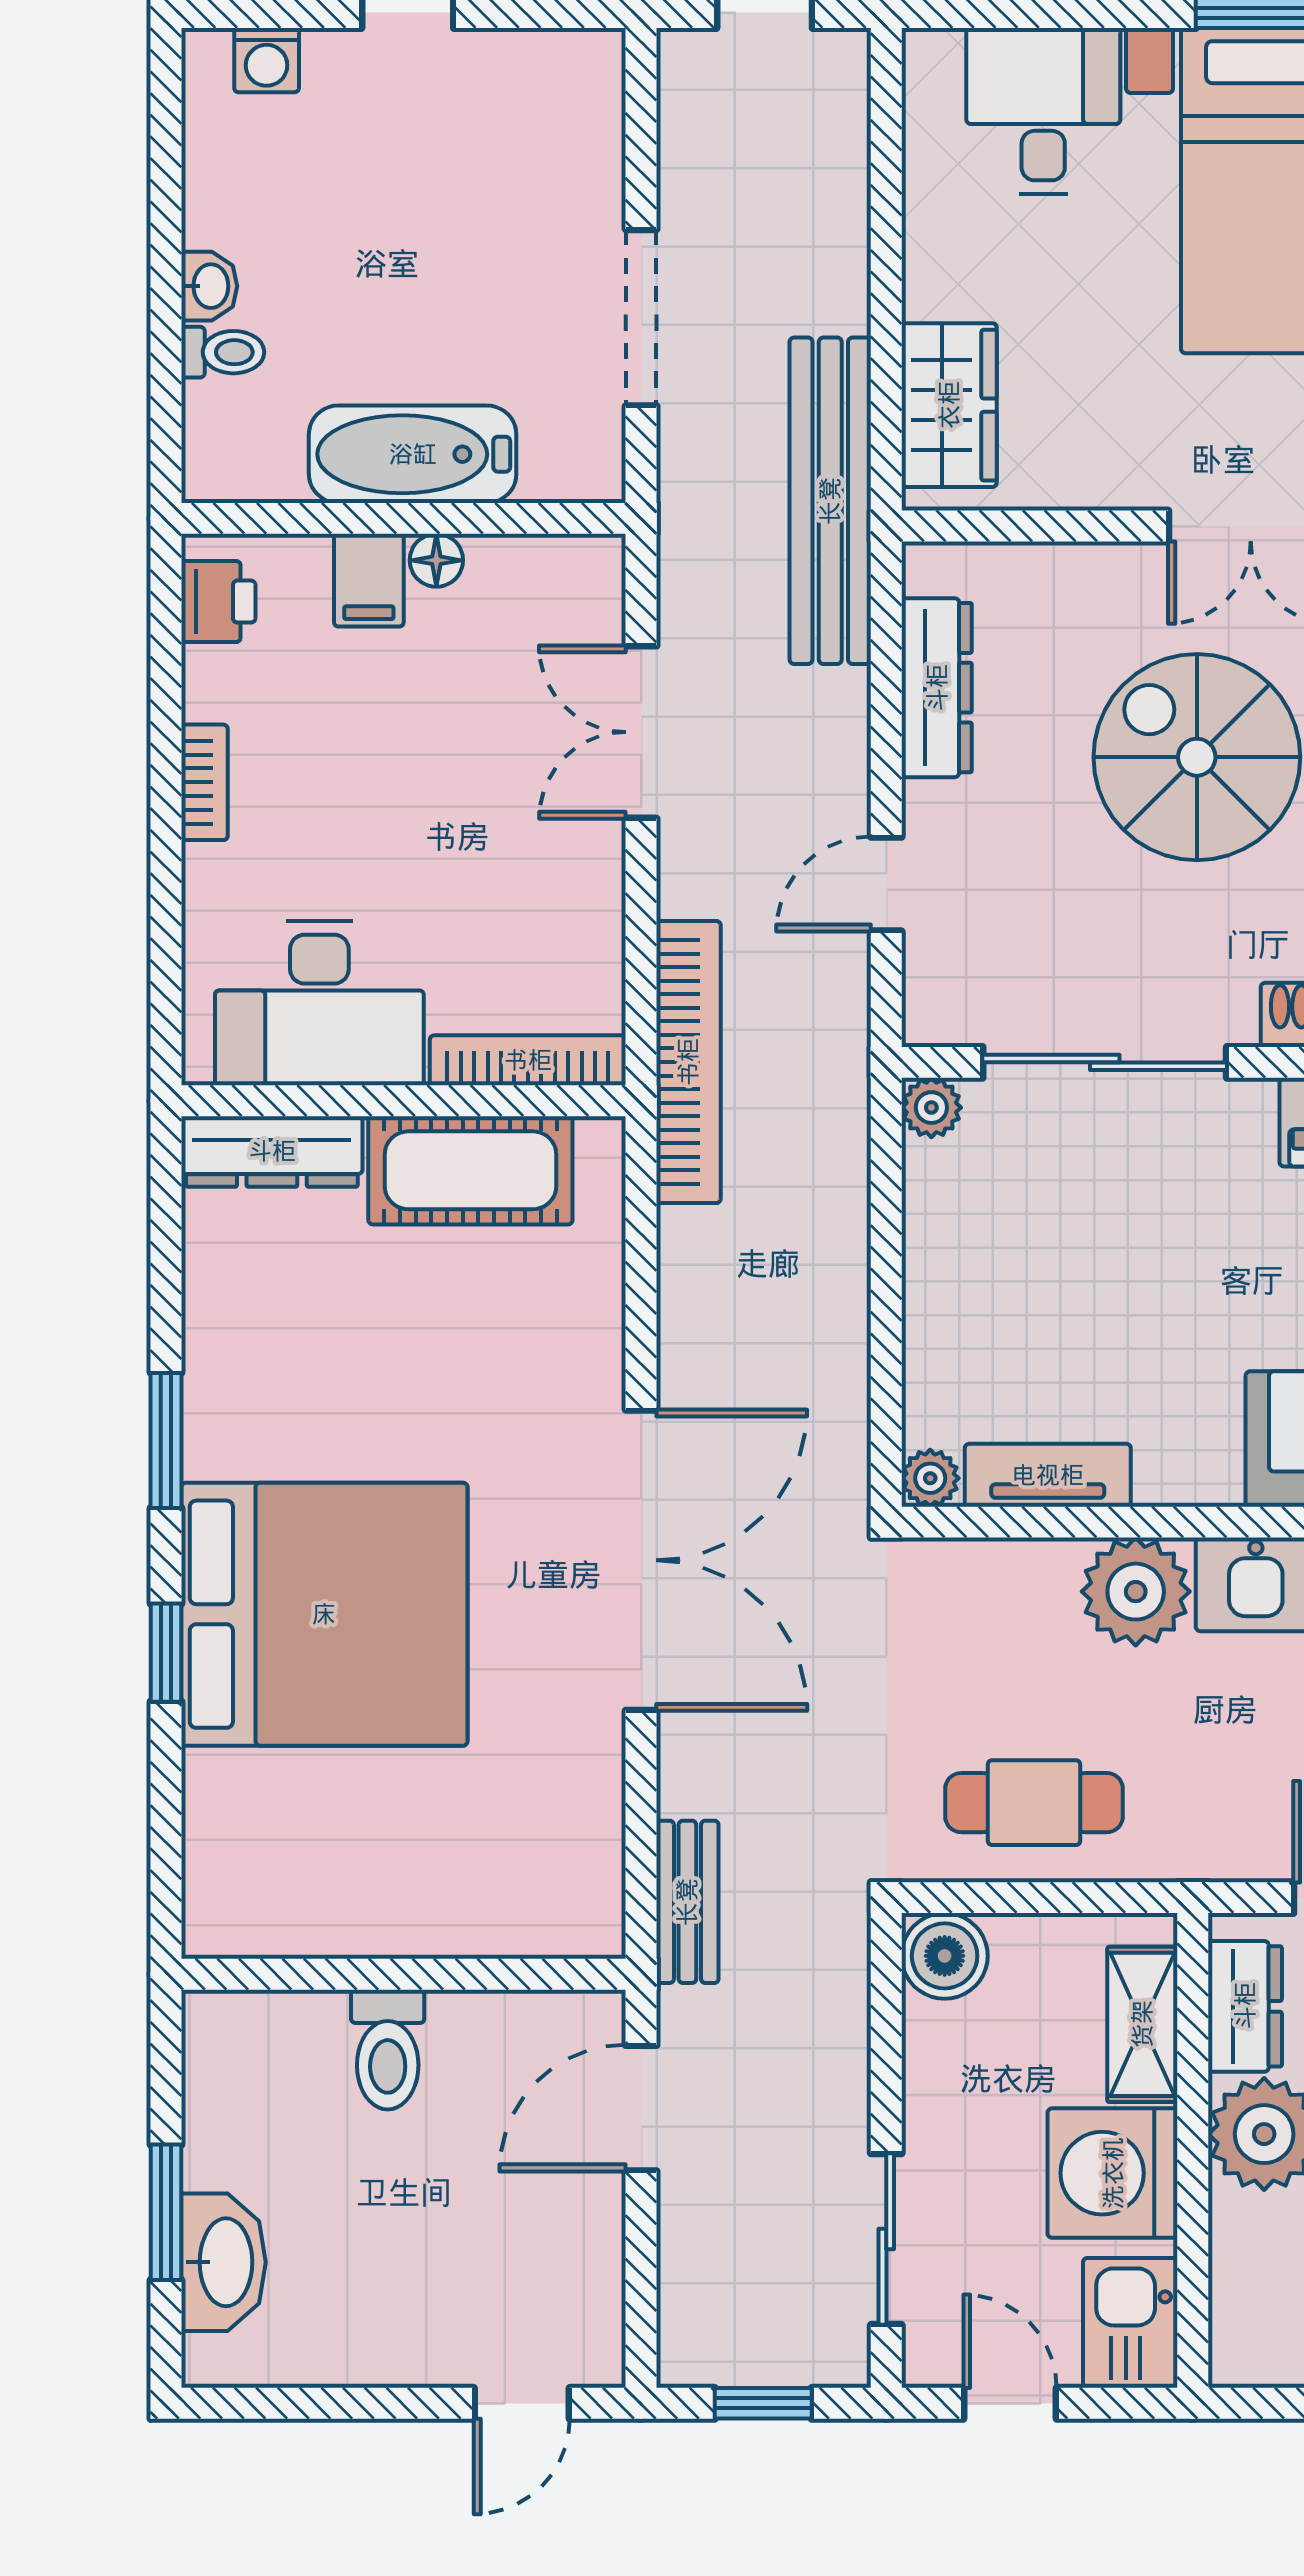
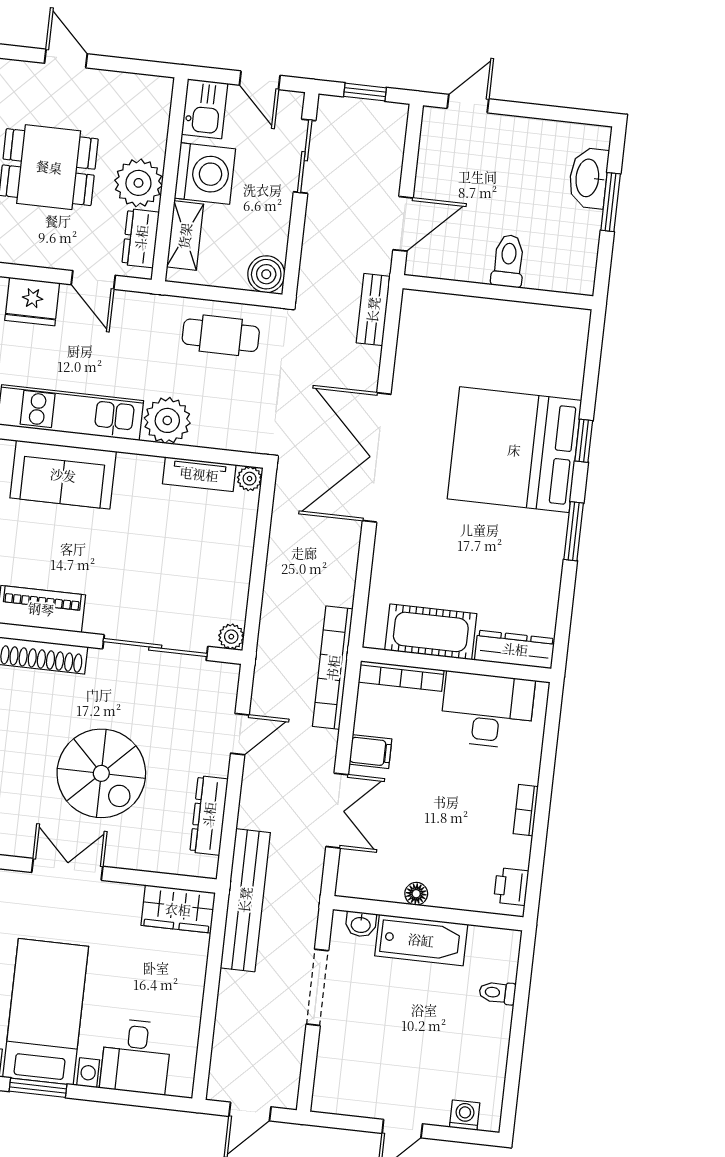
washbasin: (209, 286) -> (361, 924), moved, turned -90
wardrobe: (949, 405) -> (178, 909), moved, turned -90
filing cabinet: (369, 580) -> (370, 752), moved, turned 90

